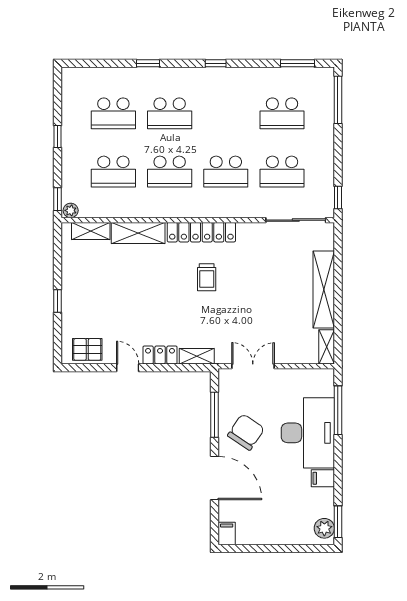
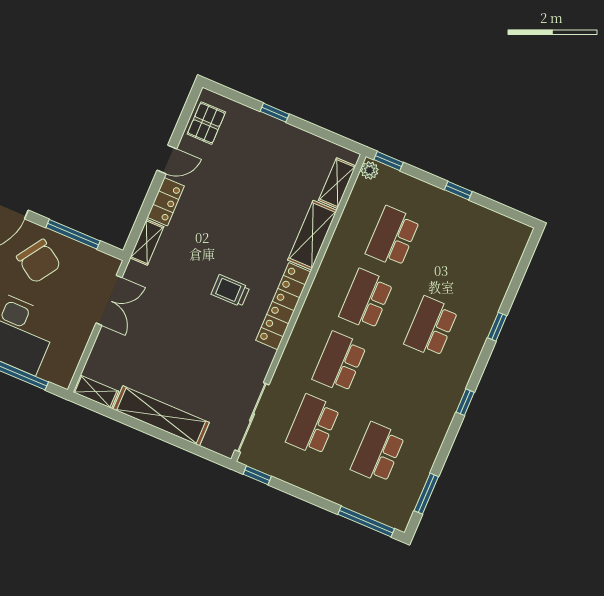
school desk: (113, 113) -> (458, 264), removed

